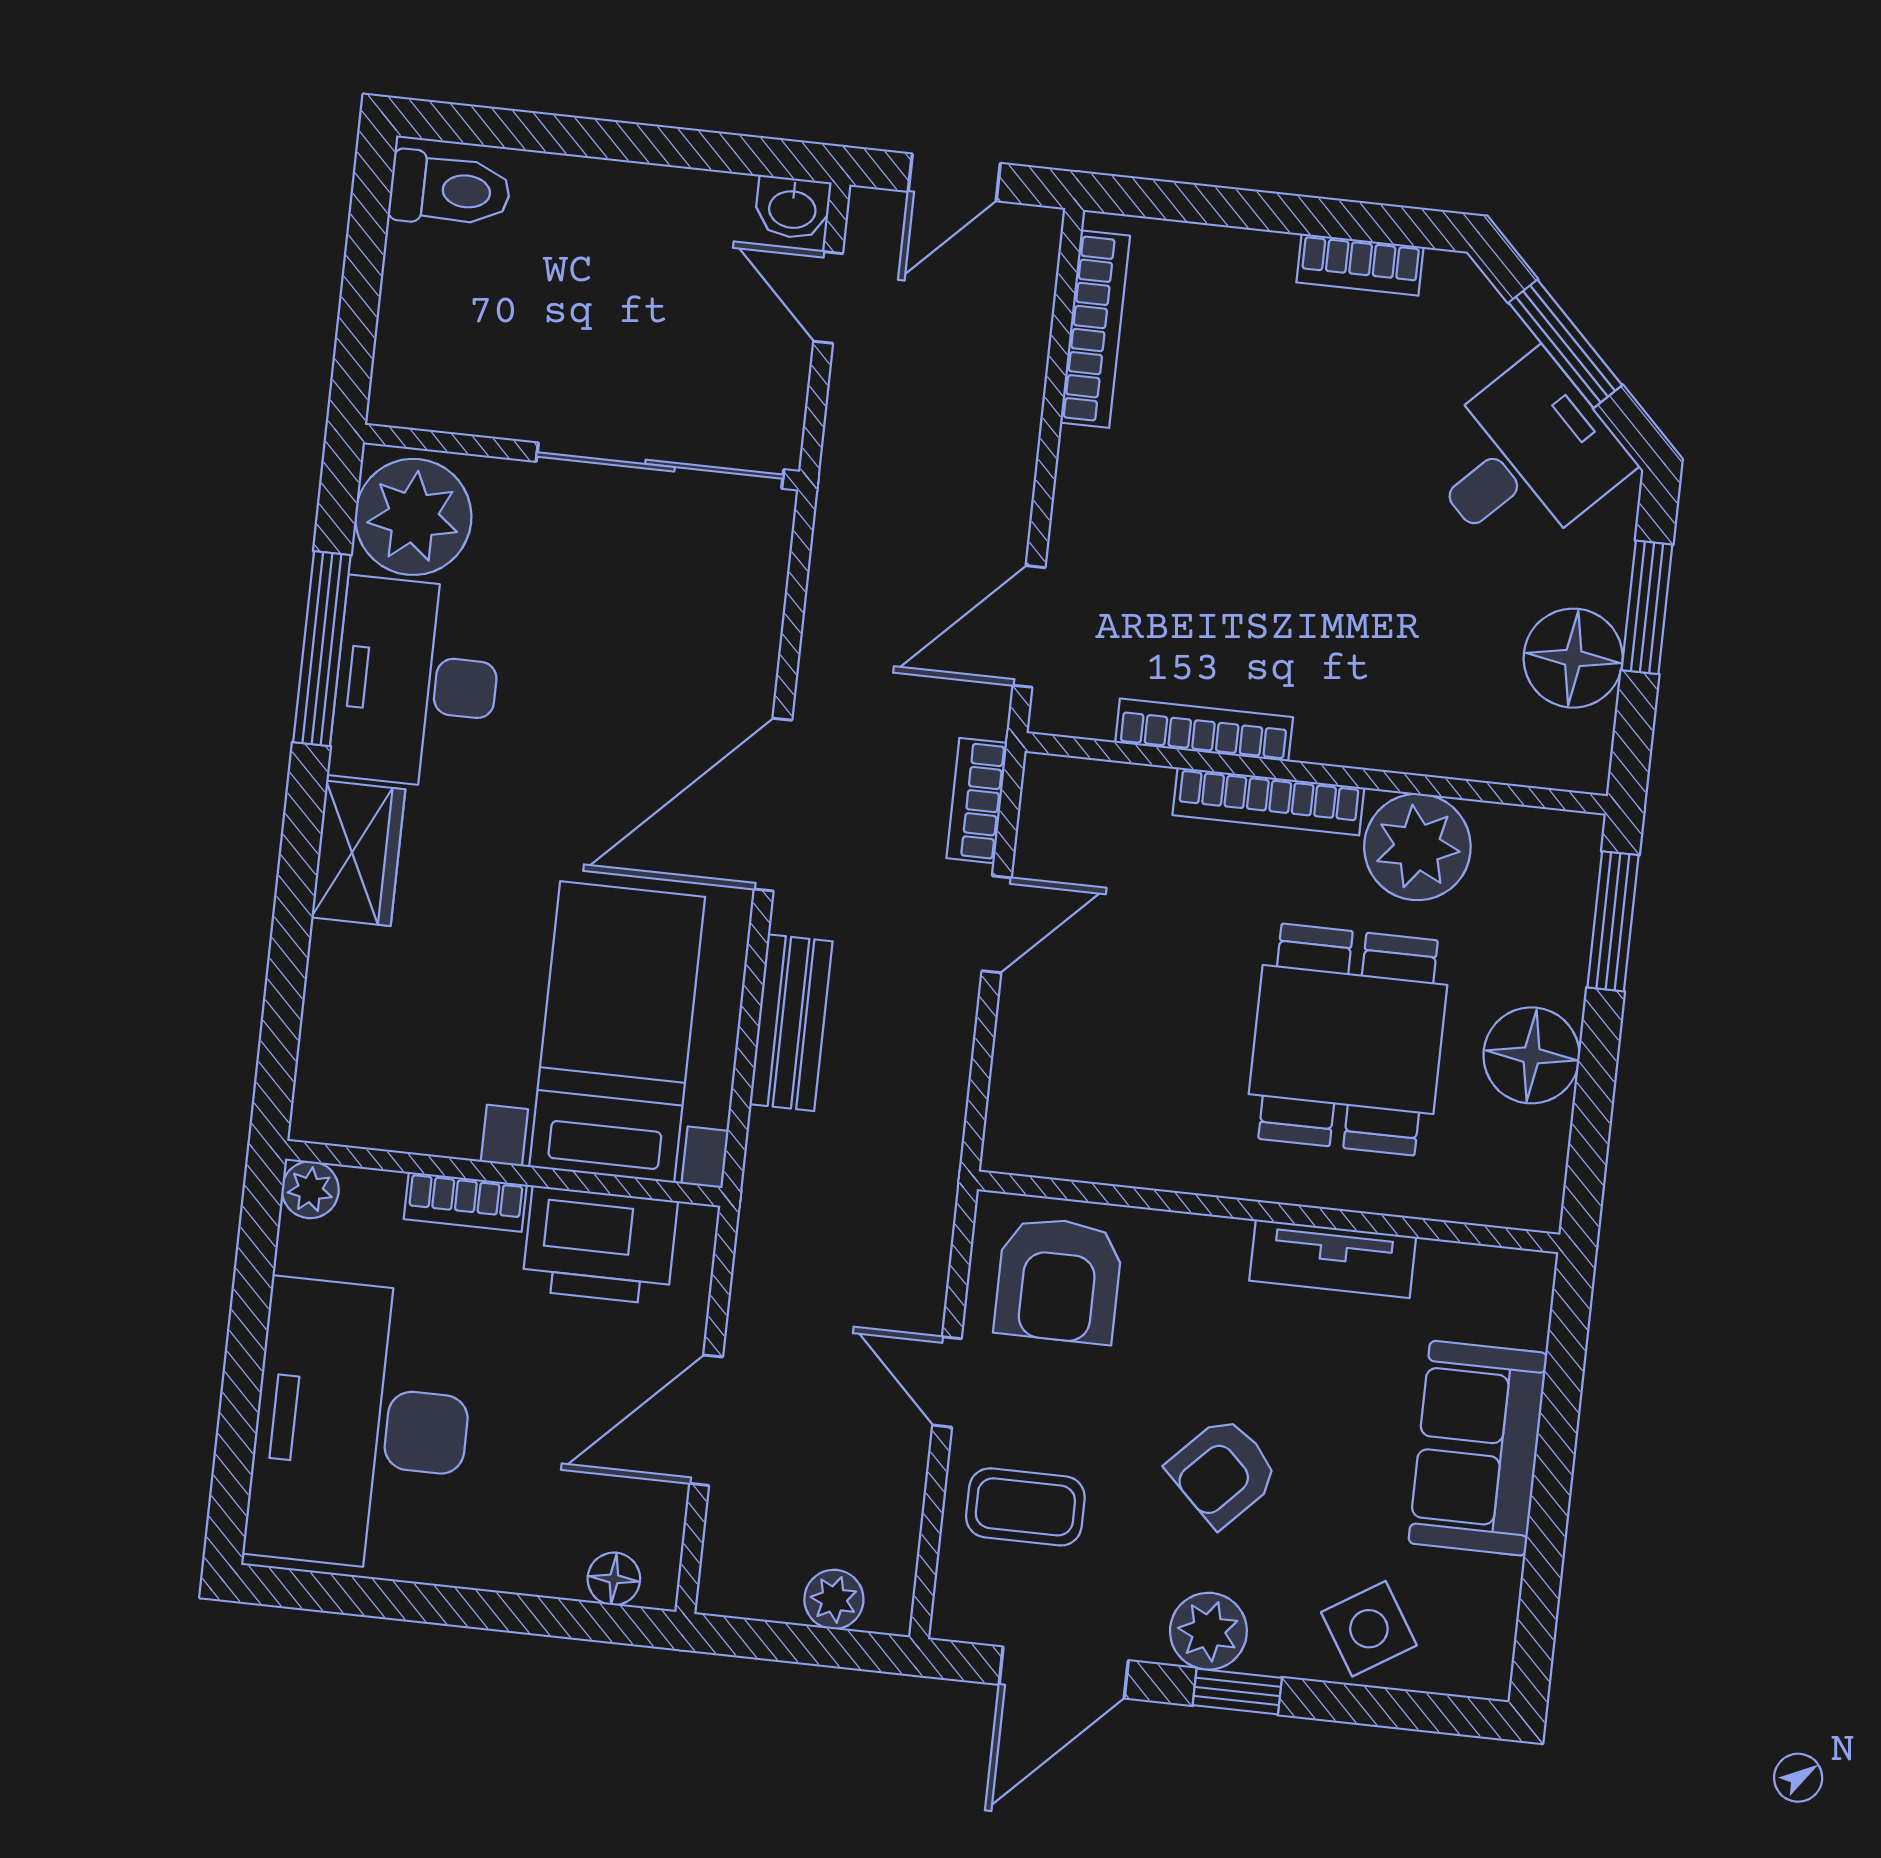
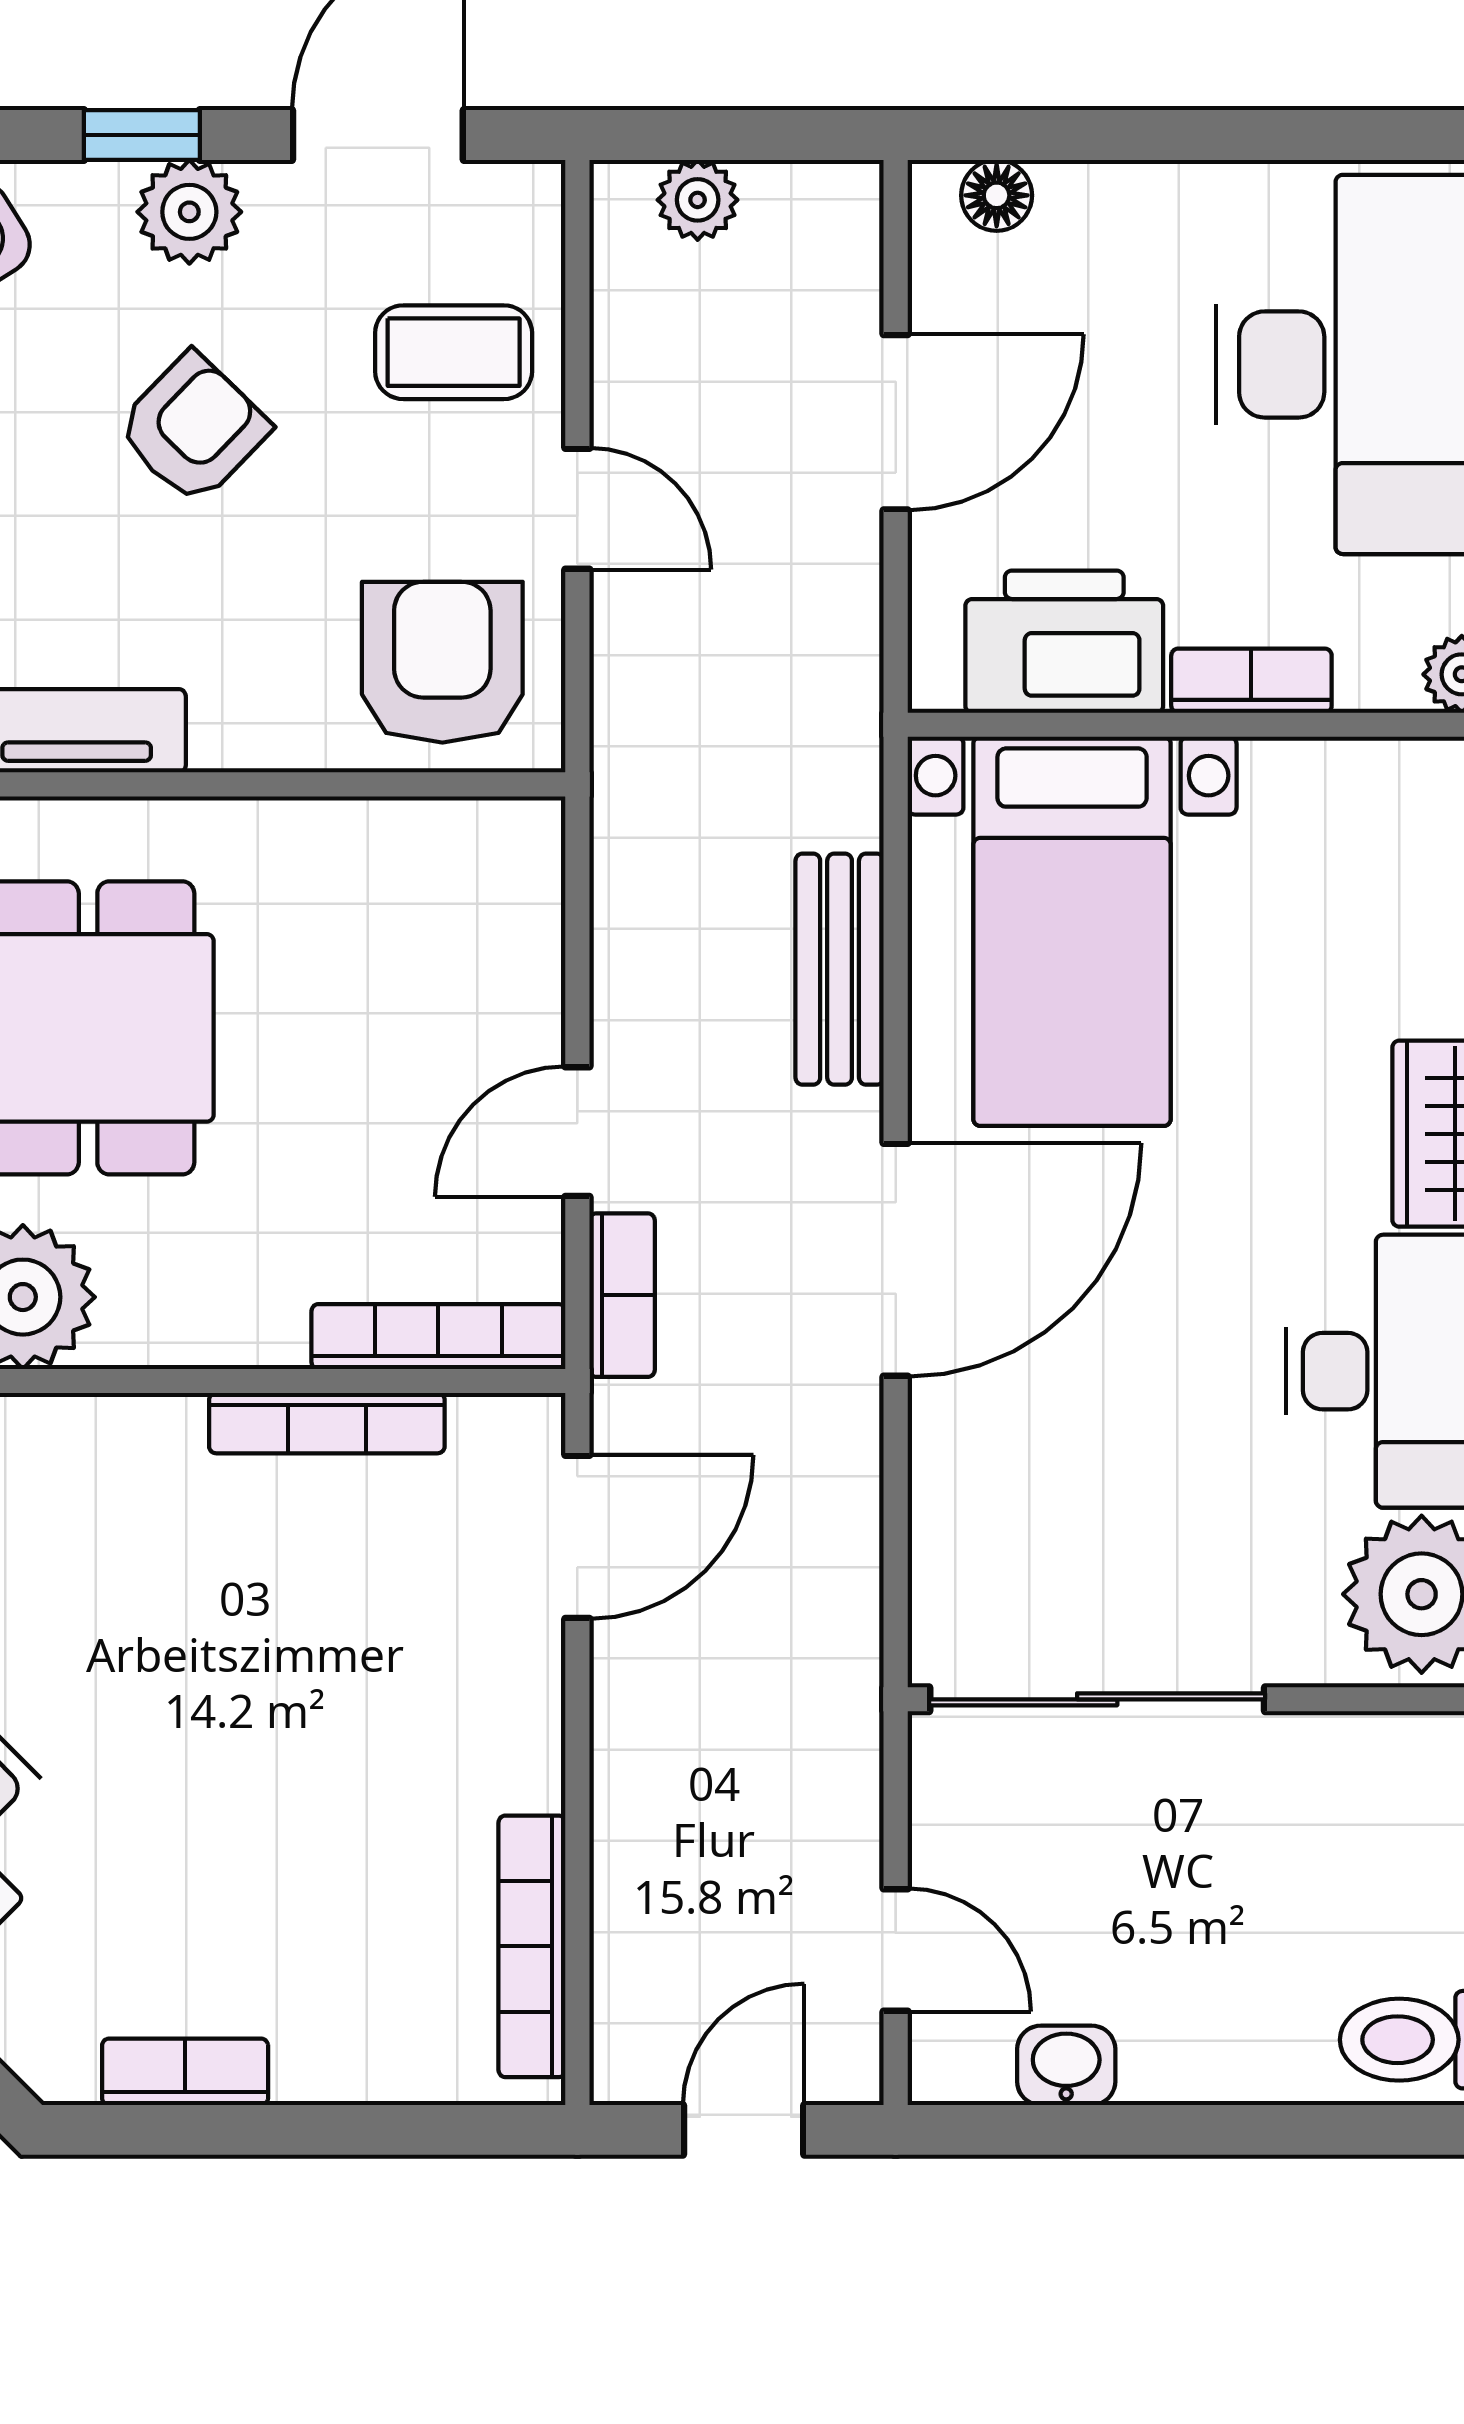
washbasin: (792, 208) -> (1066, 2065), moved
bookcase: (1268, 801) -> (438, 1337), moved

